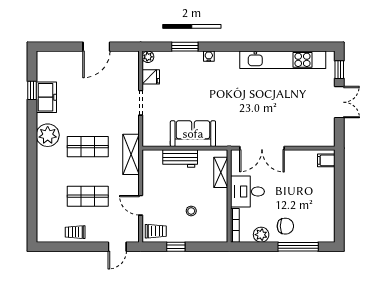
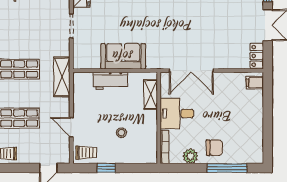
locker: (328, 133) -> (257, 56), added

